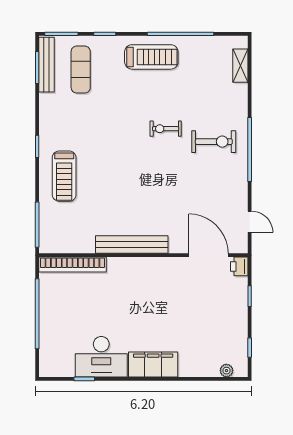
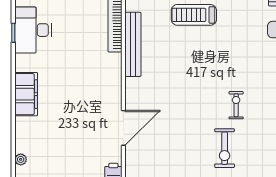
bench: (132, 244) -> (133, 44), moved
door: (209, 255) -> (123, 128), moved
desk: (101, 357) -> (33, 30), moved

